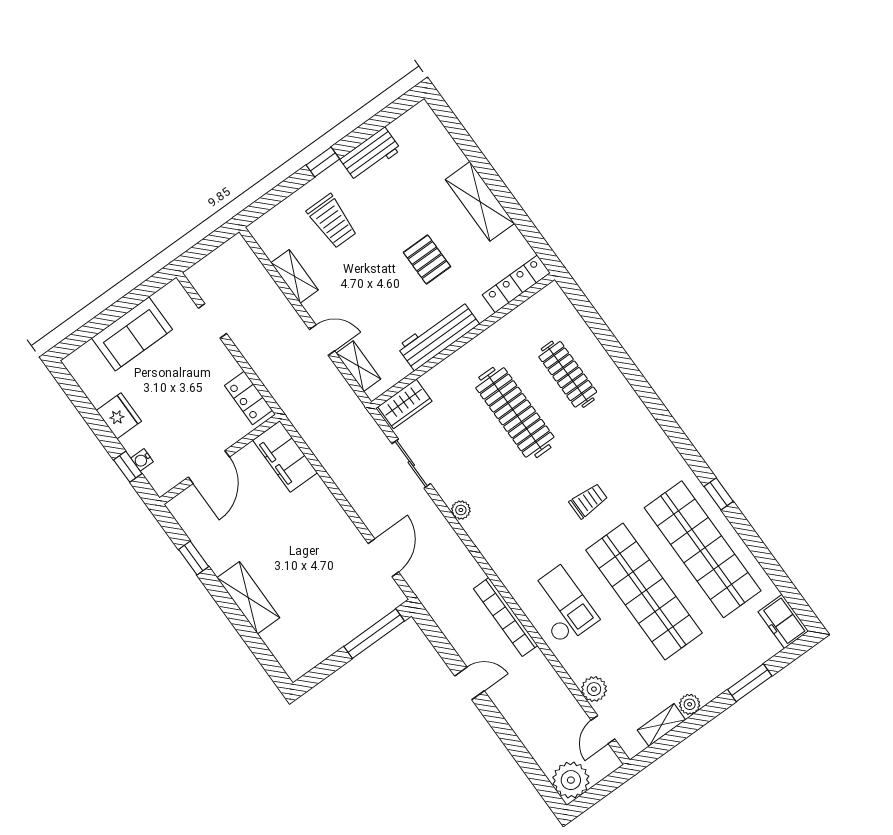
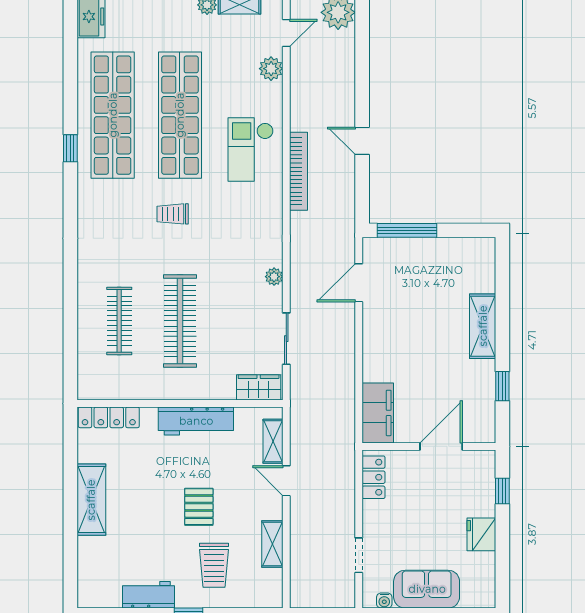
trolley: (332, 221) -> (214, 565), turned 180
pallet: (427, 259) -> (199, 507), moved
water cooler: (142, 460) -> (384, 601), moved, turned 90

